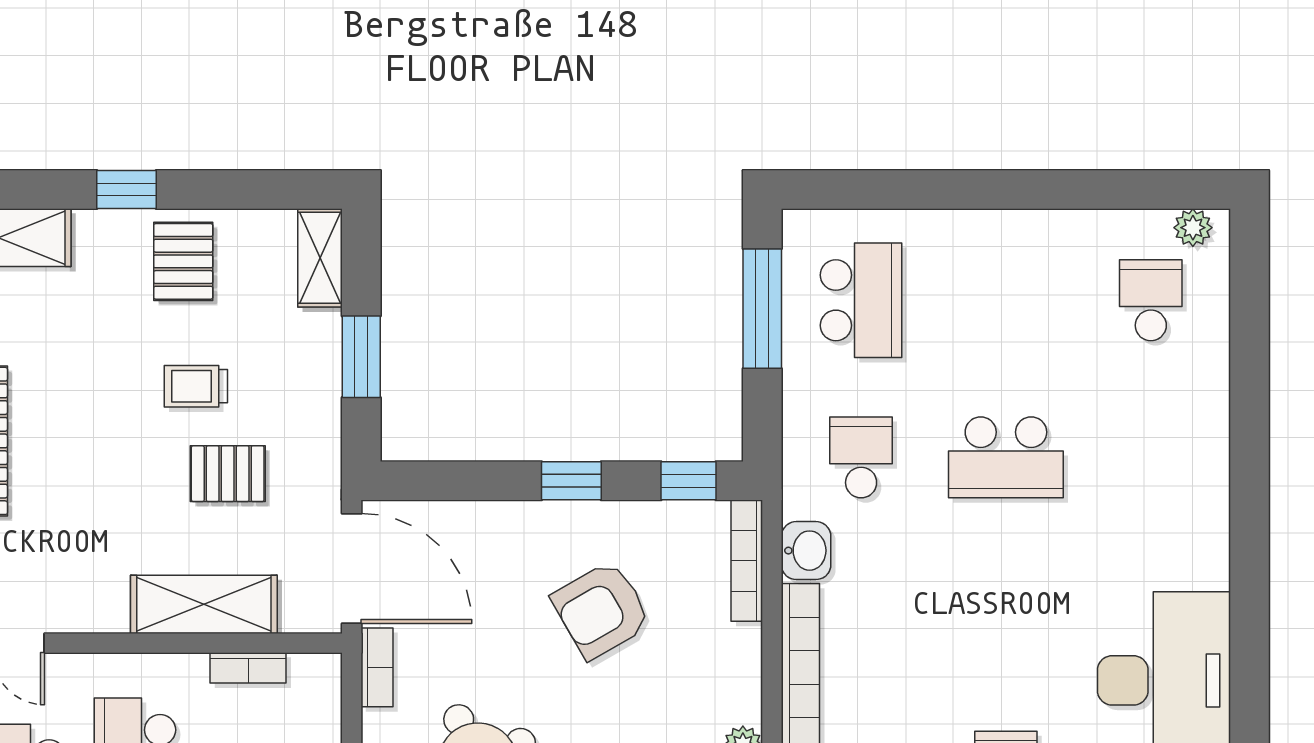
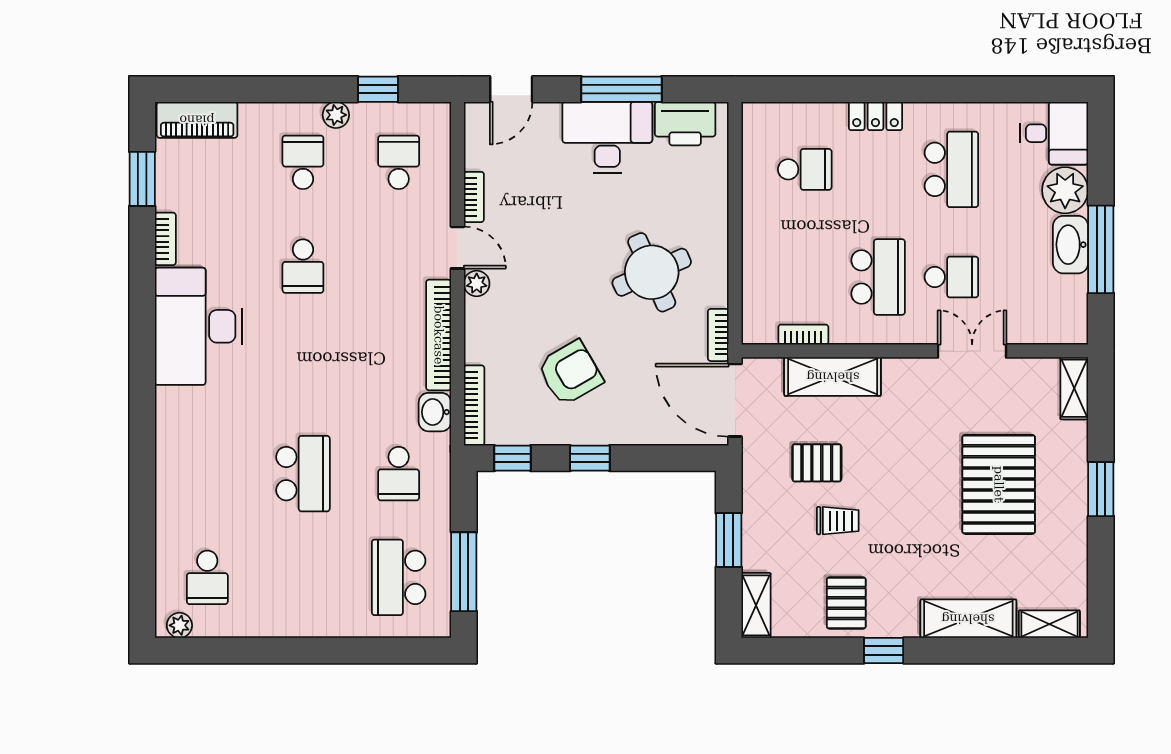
school desk: (1006, 457) -> (303, 474), turned 90

